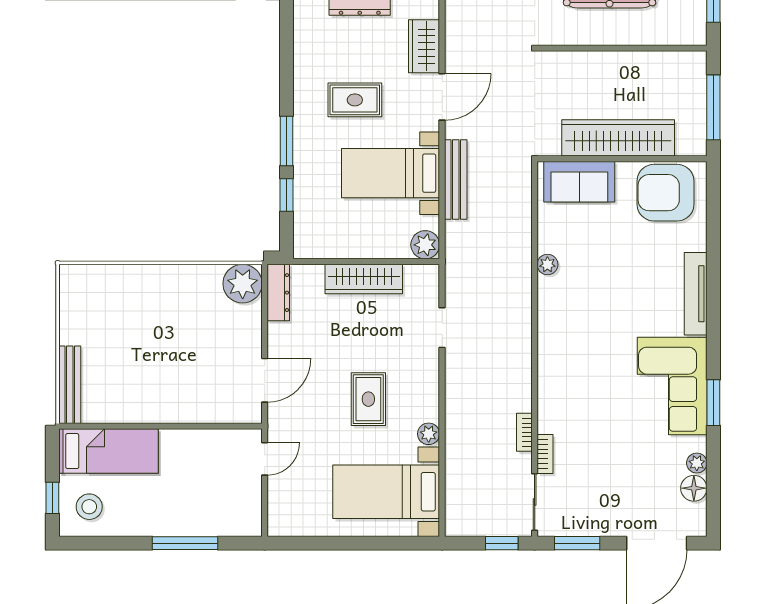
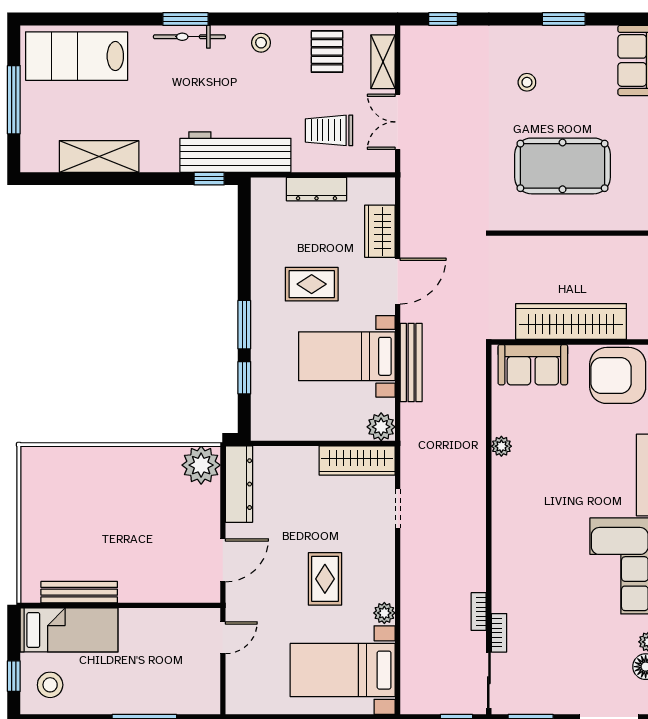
wardrobe: (364, 279) -> (357, 461), moved
dresser: (278, 293) -> (239, 484), width x1.37, depth x1.24
bench: (70, 385) -> (79, 592), moved, turned 90

